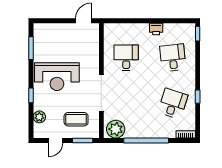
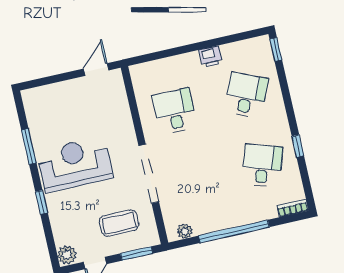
window: (31, 48) -> (29, 146), moved
desk: (173, 58) -> (246, 95), turned 30
reception desk: (57, 77) -> (75, 164), turned 180
plant: (39, 117) -> (67, 255), moved
plant: (116, 129) -> (185, 231), width x0.53, depth x0.53

